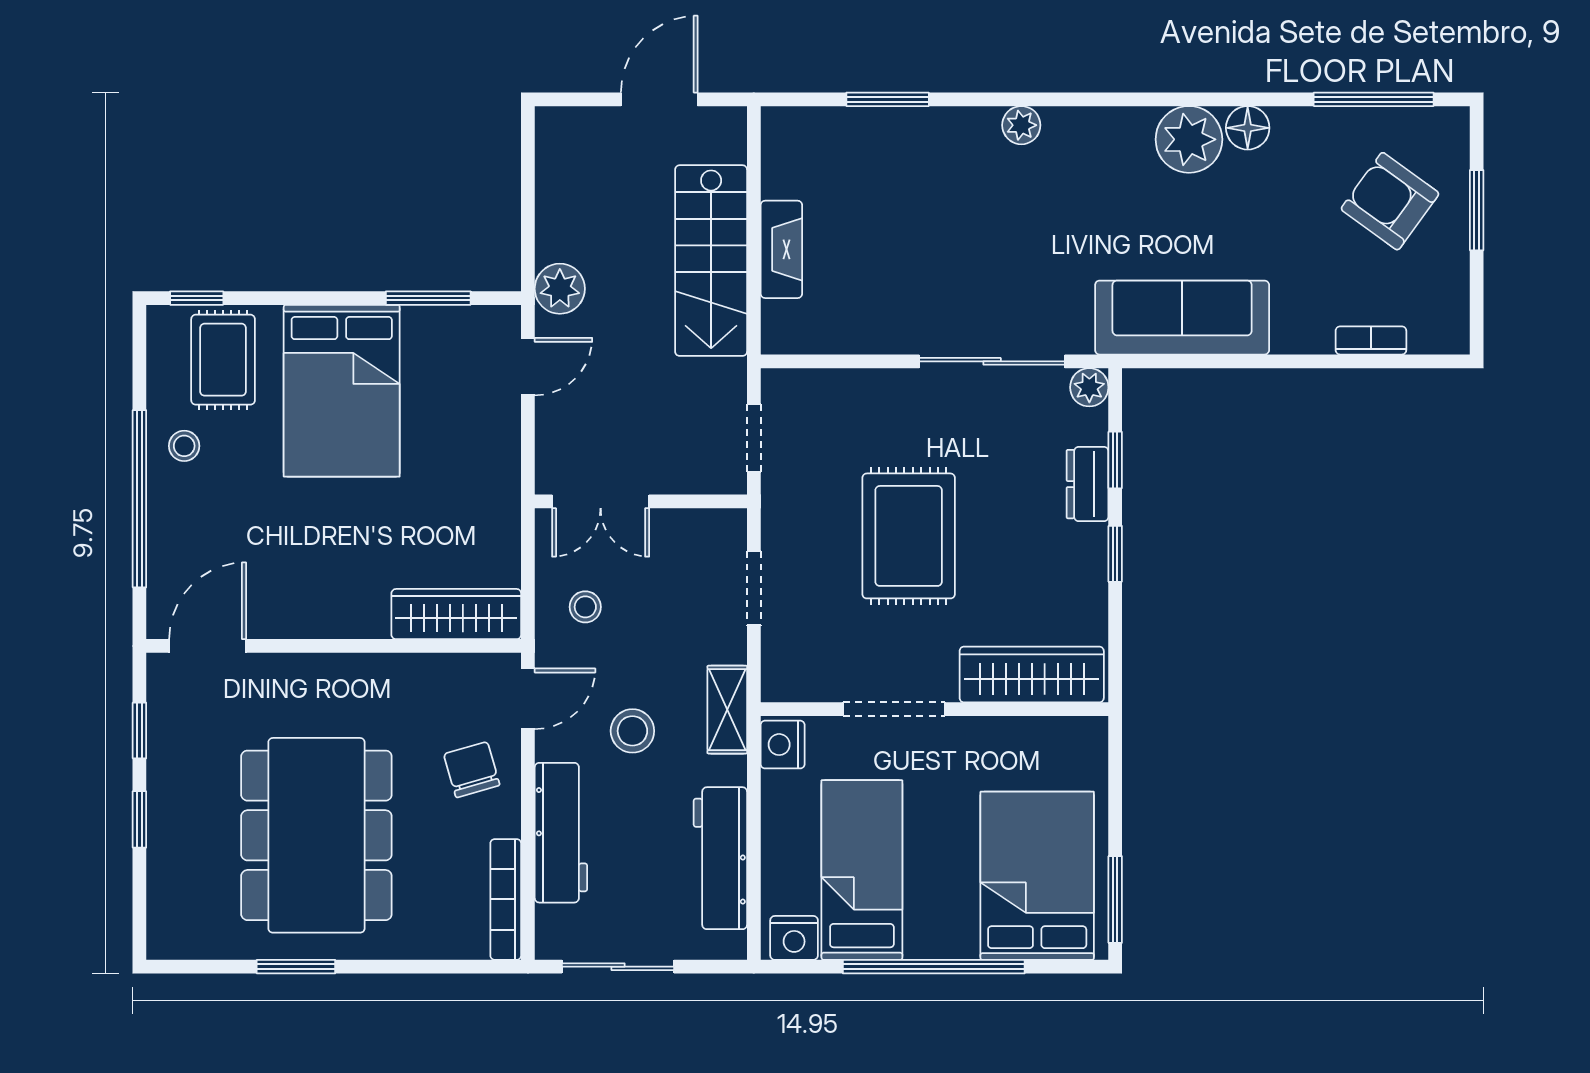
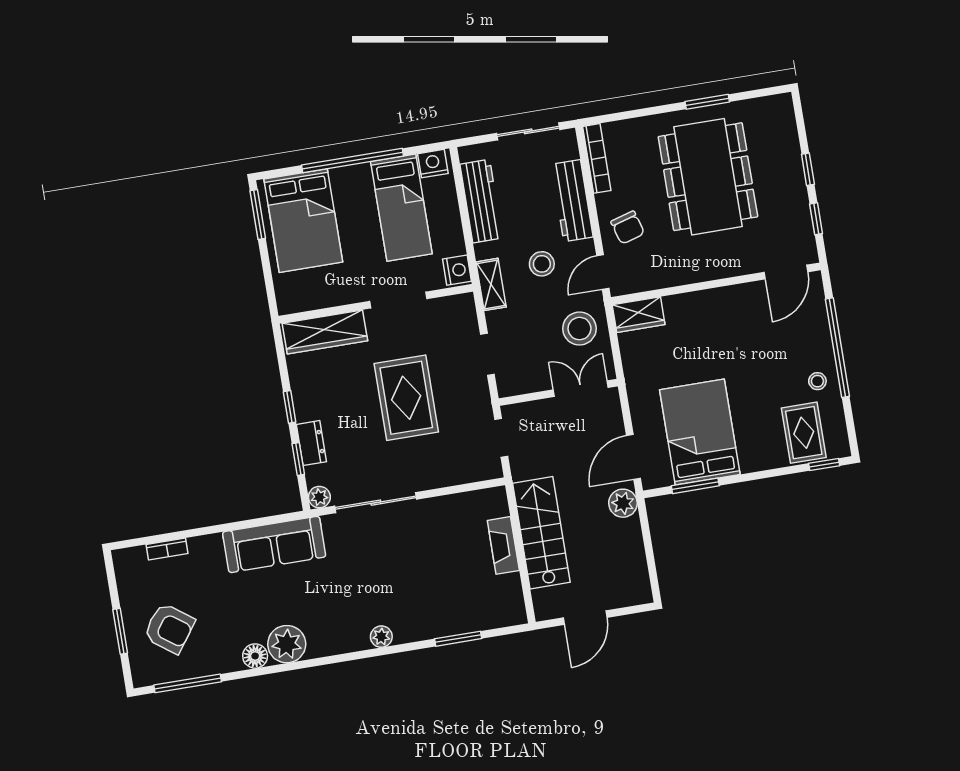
door: (528, 367) -> (633, 457), width x1.38
bed: (342, 391) -> (700, 432), moved
stool: (585, 607) -> (579, 329), width x1.89, depth x1.89
wardrobe: (456, 614) -> (639, 315), width x0.67

